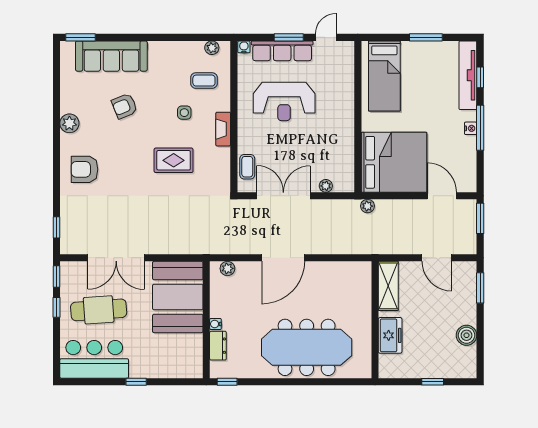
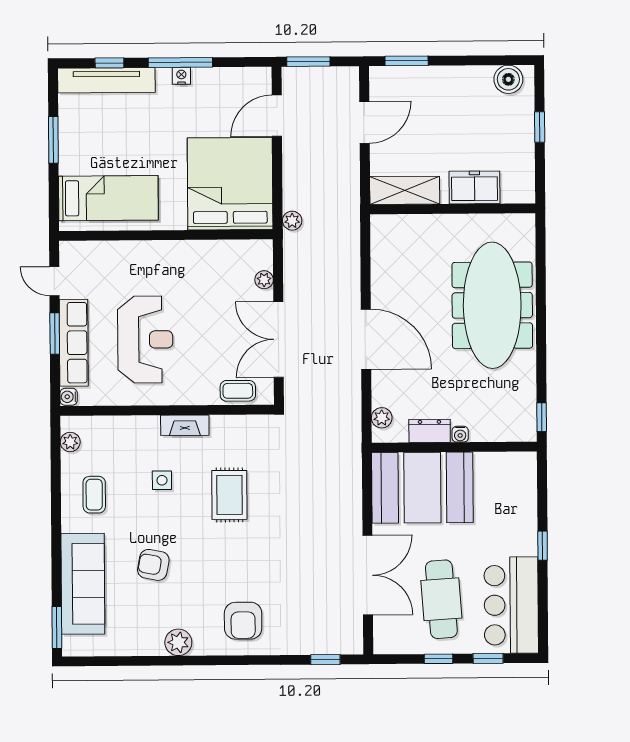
coffee table: (204, 81) -> (94, 495), moved
armchair: (124, 106) -> (153, 565), turned 123
window: (56, 277) -> (488, 658), moved
boiler: (467, 335) -> (508, 79), moved
dresser: (218, 346) -> (430, 431), moved

